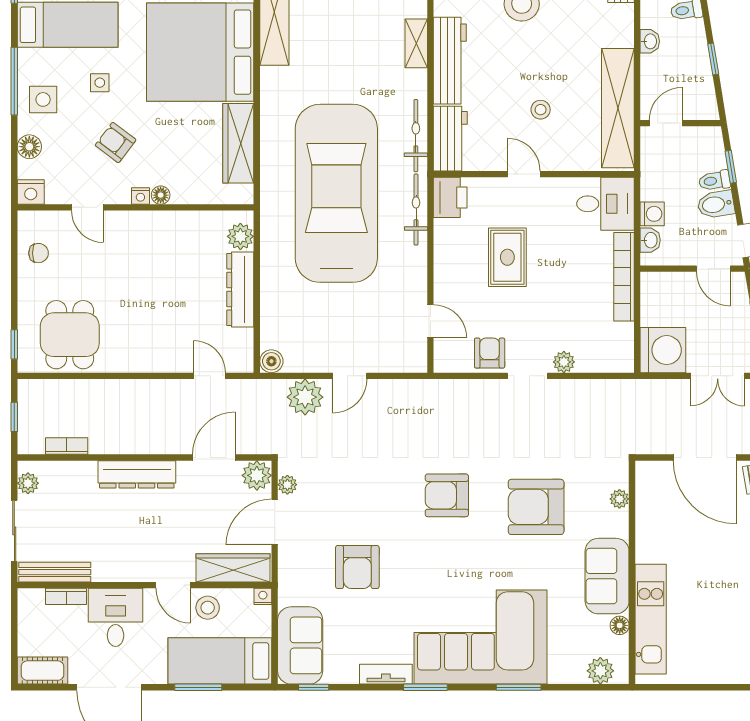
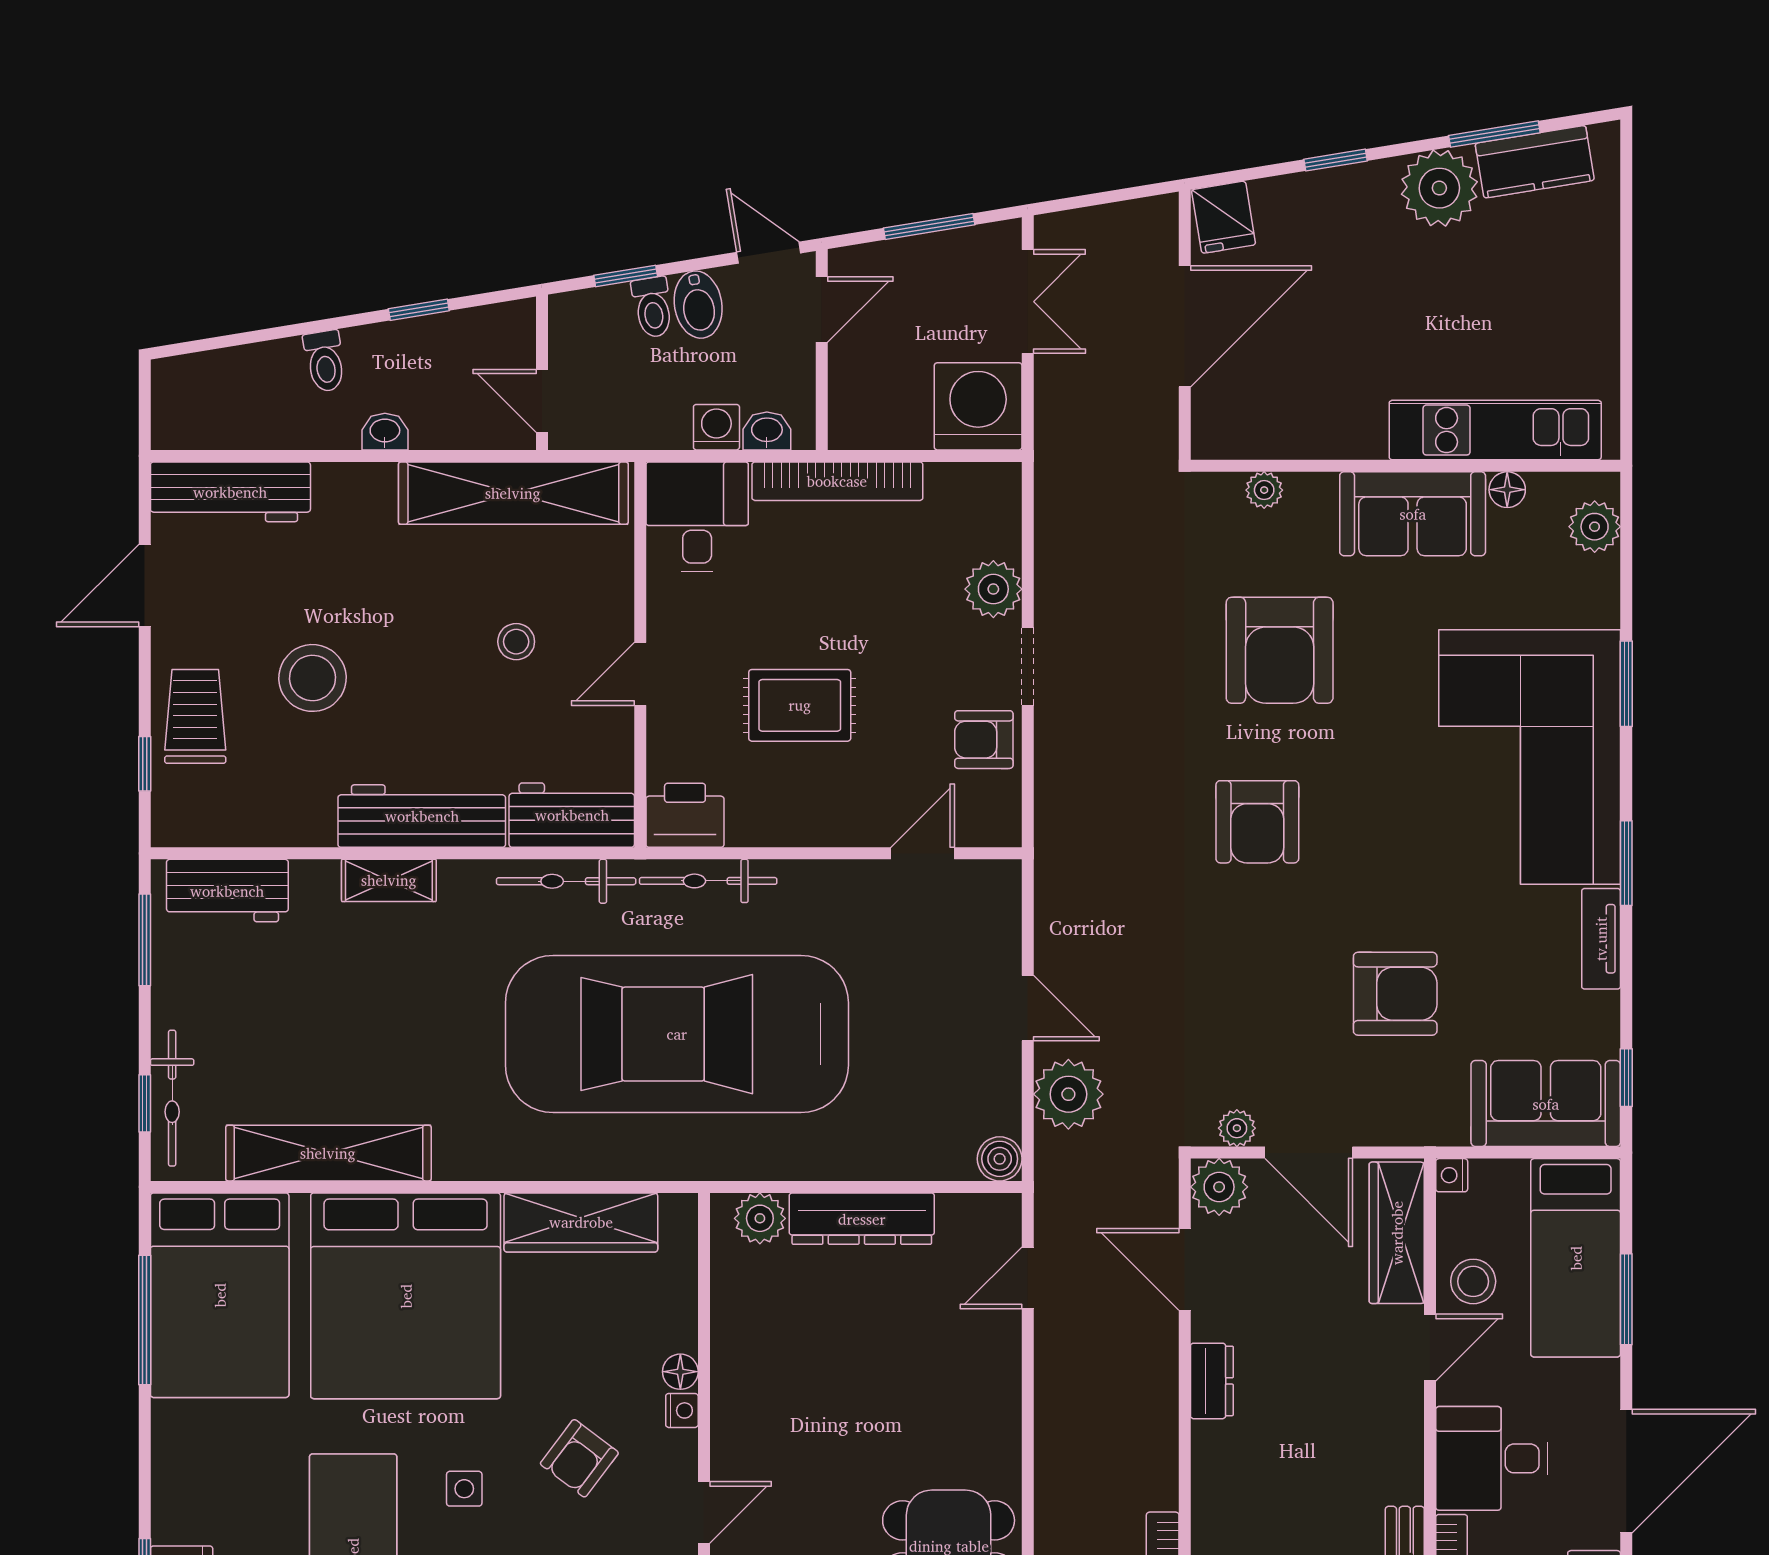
plant: (564, 362) -> (993, 589), width x1.38, depth x1.38
dresser: (137, 474) -> (1212, 1381), width x0.51, depth x0.80

